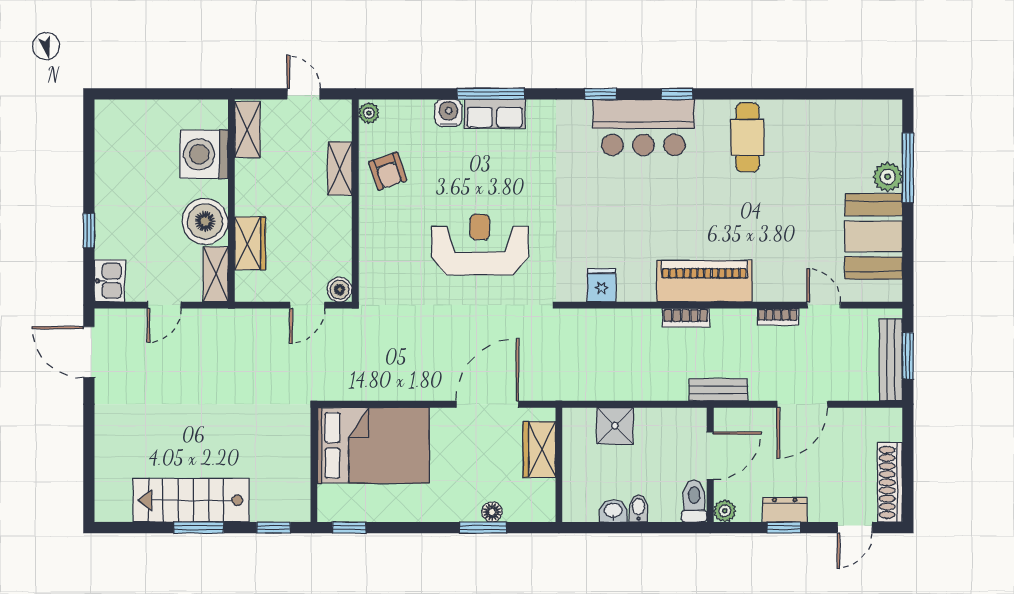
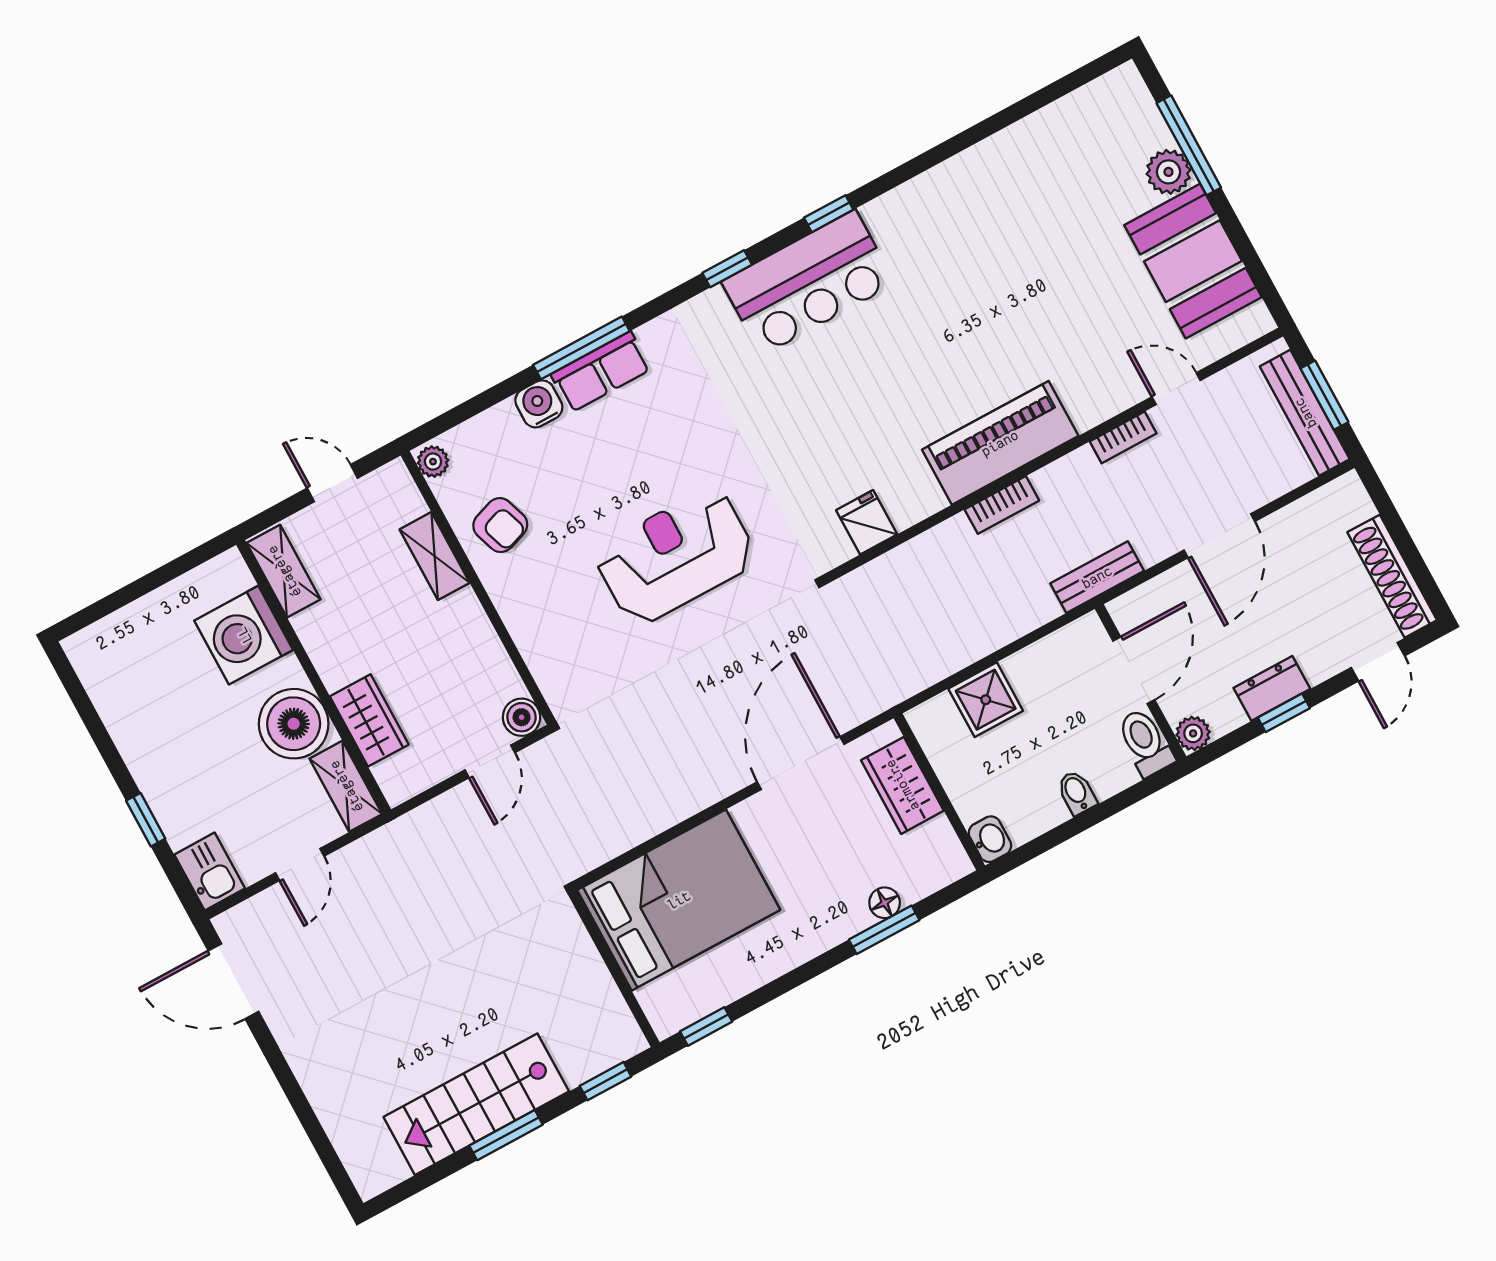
cafe table: (747, 137) -> (954, 221), removed
washbasin: (613, 511) -> (990, 839), moved, turned 90

